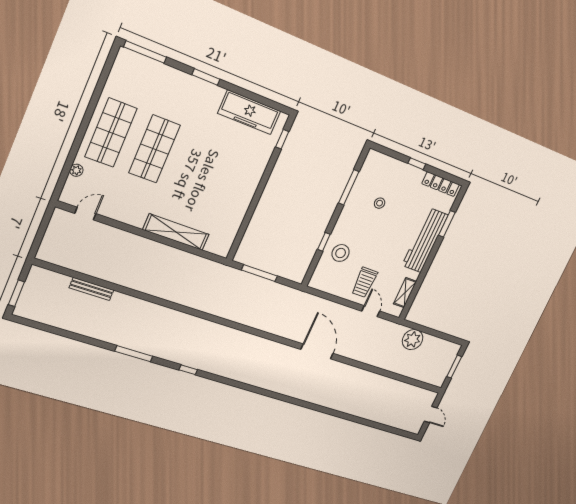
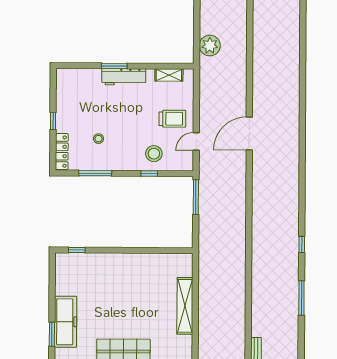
freezer: (249, 112) -> (66, 322), moved
locker: (441, 184) -> (62, 152), moved
window: (447, 224) -> (114, 66), moved
workbench: (425, 240) -> (124, 77), width x0.73, depth x0.76
window: (259, 273) -> (196, 197), moved
door: (371, 311) -> (196, 142), moved

